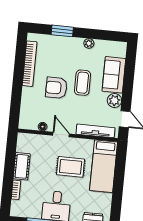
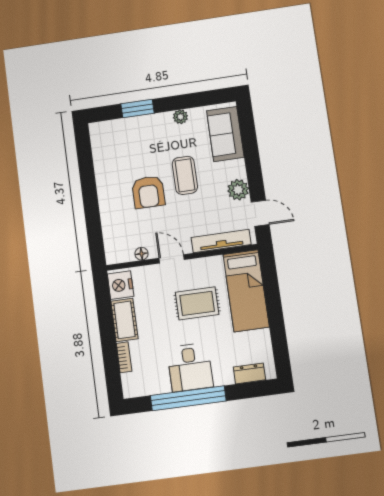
bookcase: (30, 64) -> (101, 167), removed
sofa: (114, 75) -> (225, 134), moved
armchair: (56, 88) -> (148, 192), turned -90
nightstand: (24, 144) -> (121, 285), added

